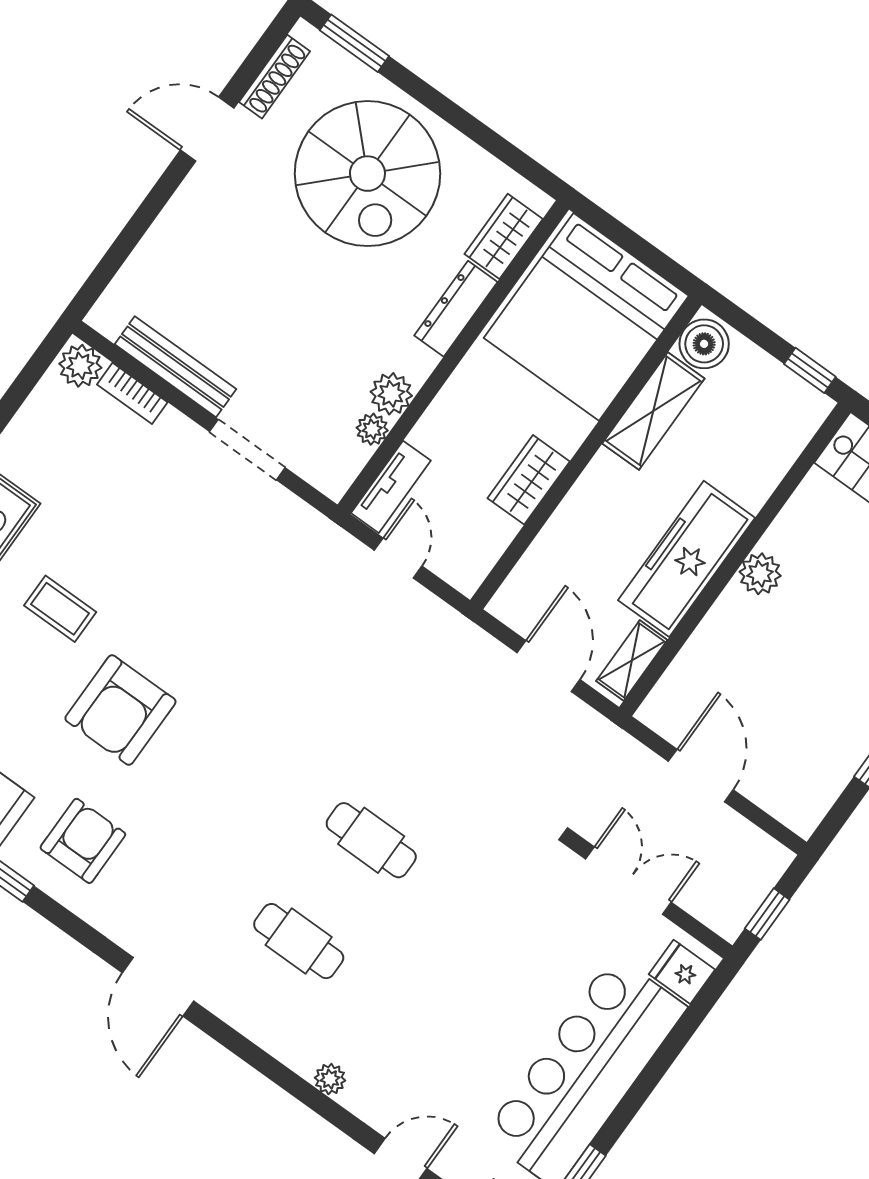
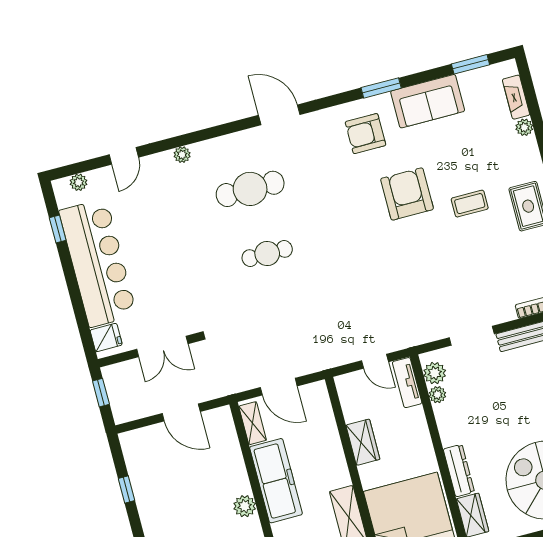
plant: (391, 394) -> (435, 373), moved
armchair: (83, 841) -> (365, 134), turned 90
cafe table: (299, 941) -> (250, 189), width x1.37, depth x1.35

